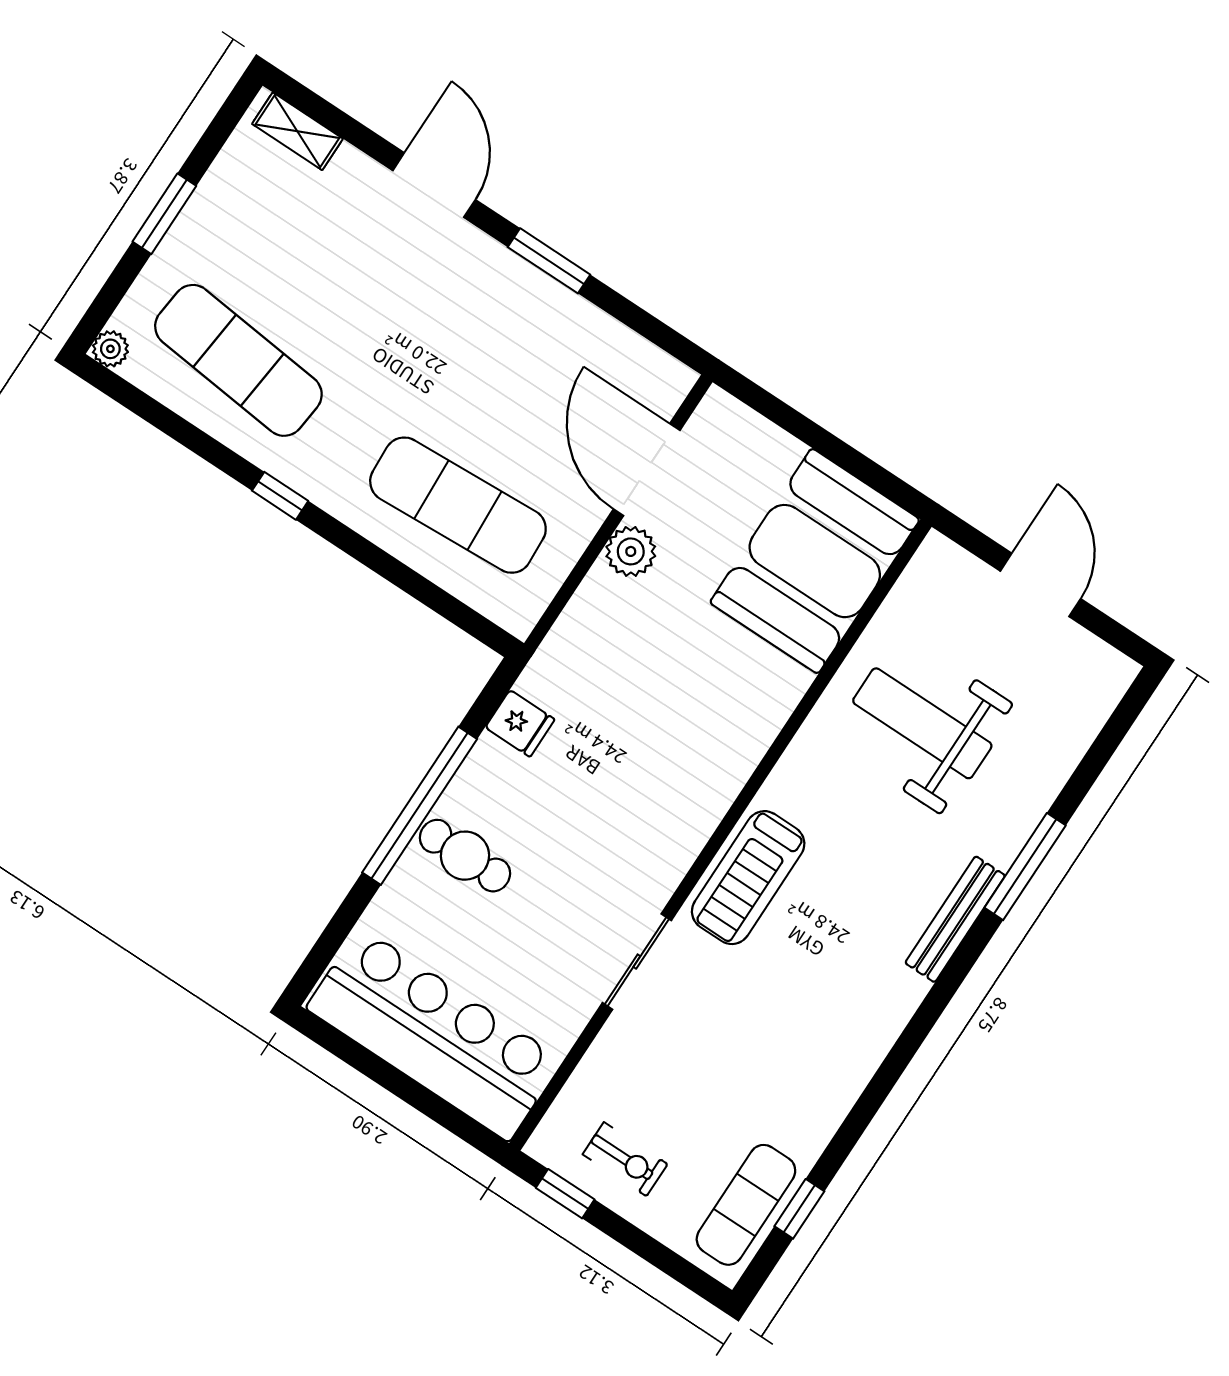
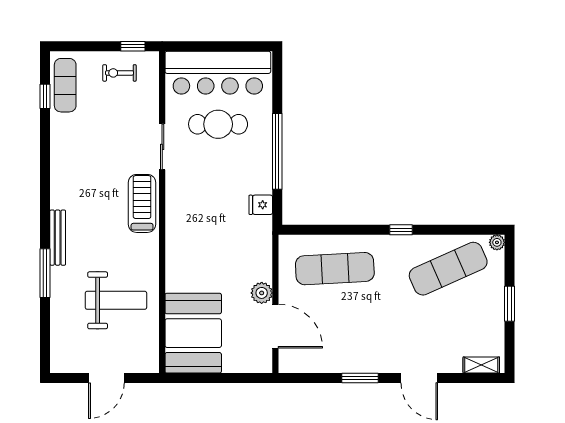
exercise mat: (238, 360) -> (448, 269), turned -30
door: (1040, 585) -> (106, 378), hinge flipped
cafe table: (465, 856) -> (218, 124), moved, width x1.37, depth x1.35

